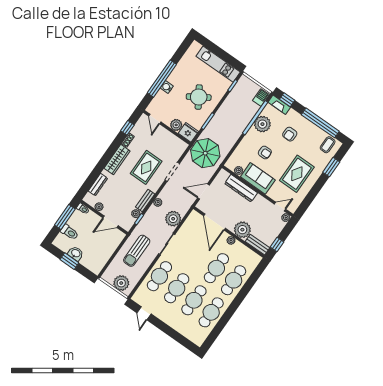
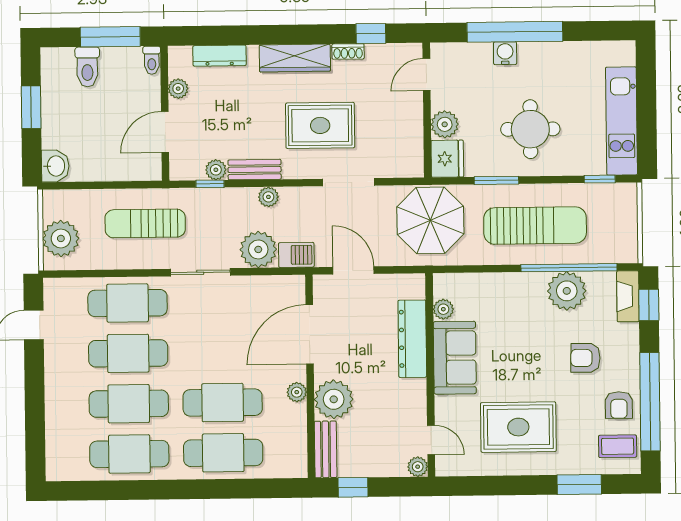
round table: (199, 97) -> (530, 129), turned 32
barbecue: (261, 98) -> (296, 255), moved
sun lounger: (233, 119) -> (535, 226), added
armchair: (265, 153) -> (619, 405), moved
door: (111, 222) -> (165, 132), hinge flipped
washbasin: (76, 253) -> (55, 166), moved

